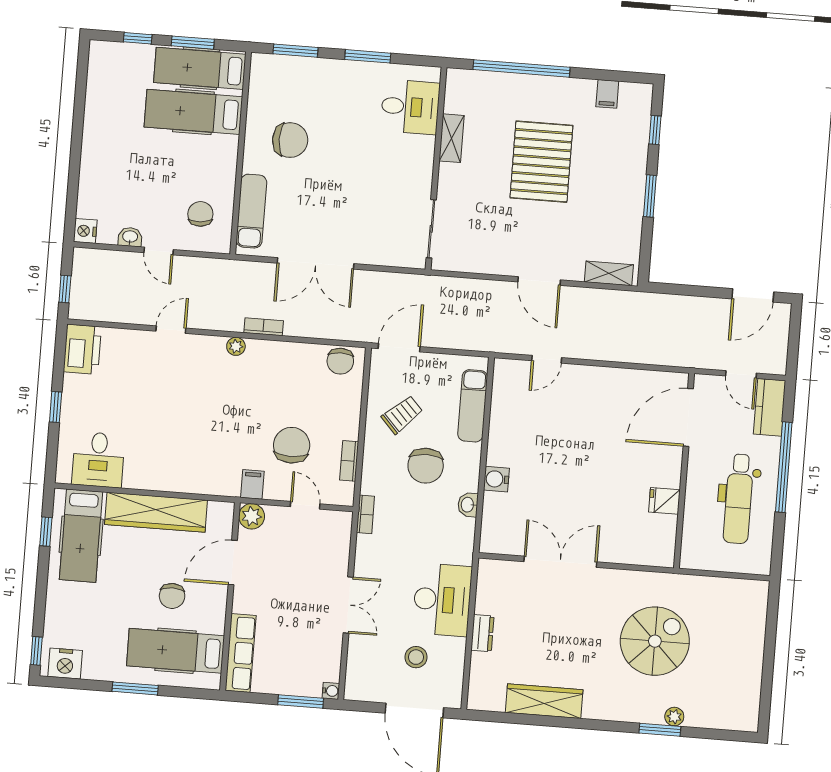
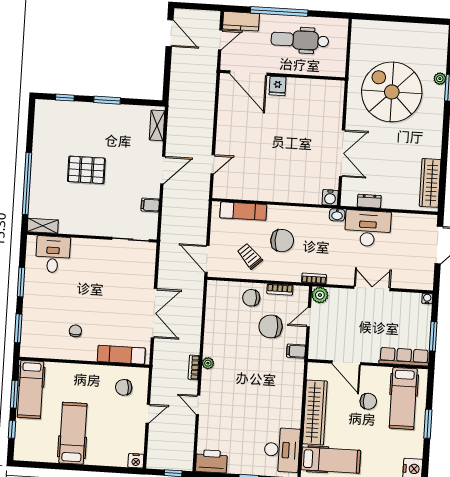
filing cabinet: (607, 94) -> (150, 205), moved, turned 180
hospital bed: (193, 112) -> (73, 433), moved, turned 180
shelving: (452, 138) -> (43, 226), moved
chair: (290, 140) -> (75, 331), width x0.54, depth x0.54
pallet: (541, 162) -> (86, 170), width x0.73, depth x0.71
washbasin: (130, 237) -> (139, 432), removed
bookcase: (264, 327) -> (194, 367), moved
door: (547, 359) -> (213, 164), hinge flipped
chair: (340, 361) -> (251, 298), moved, turned 180
desk: (98, 460) -> (282, 450), width x1.37
water cooler: (496, 479) -> (330, 198), moved
dental chair: (738, 499) -> (300, 40), turned 180
fridge: (664, 501) -> (278, 86), moved
washbasin: (468, 505) -> (337, 215), moved
plant: (252, 516) -> (320, 295), moved
double door: (560, 562) -> (342, 153), swing flipped
dresser: (482, 633) -> (369, 201), moved
spiral stairs: (655, 641) -> (392, 92), width x1.37, depth x1.37
stool: (416, 657) -> (405, 245), removed
window: (301, 701) -> (433, 336), moved
wardrobe: (544, 701) -> (430, 183), moved

